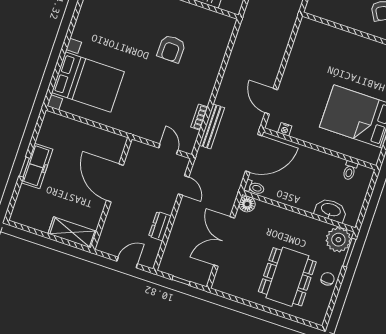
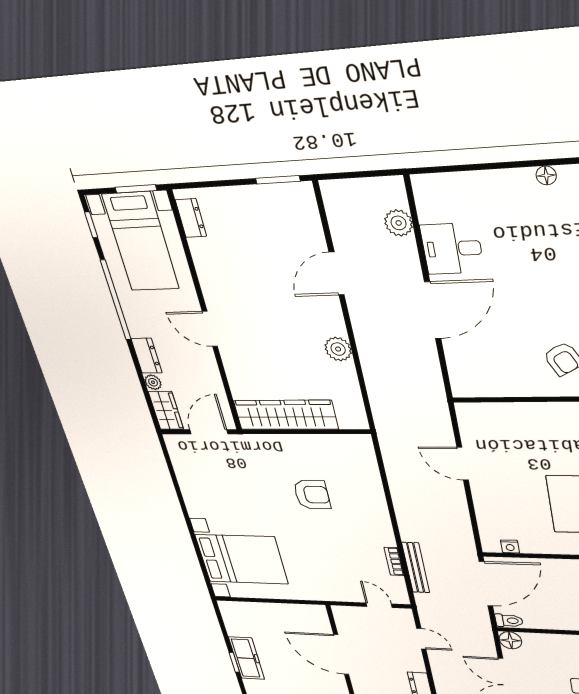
armchair: (171, 49) -> (312, 495), turned -91
door: (271, 101) -> (463, 464), moved

